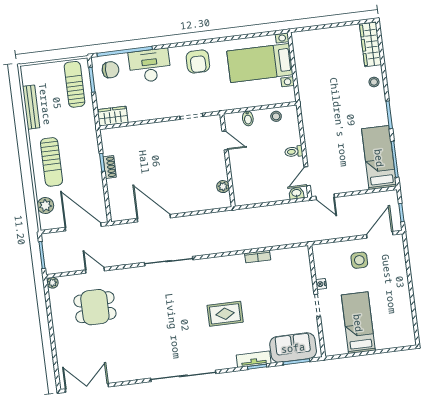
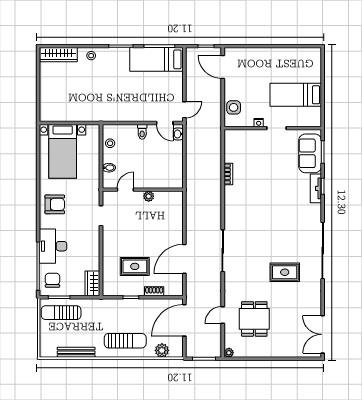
rug: (138, 162) -> (135, 266), added
shoe rack: (110, 167) -> (154, 291), moved
plant: (223, 187) -> (149, 196), moved
side table: (359, 260) -> (234, 107), moved
rug: (225, 314) -> (285, 272), moved, turned 90

